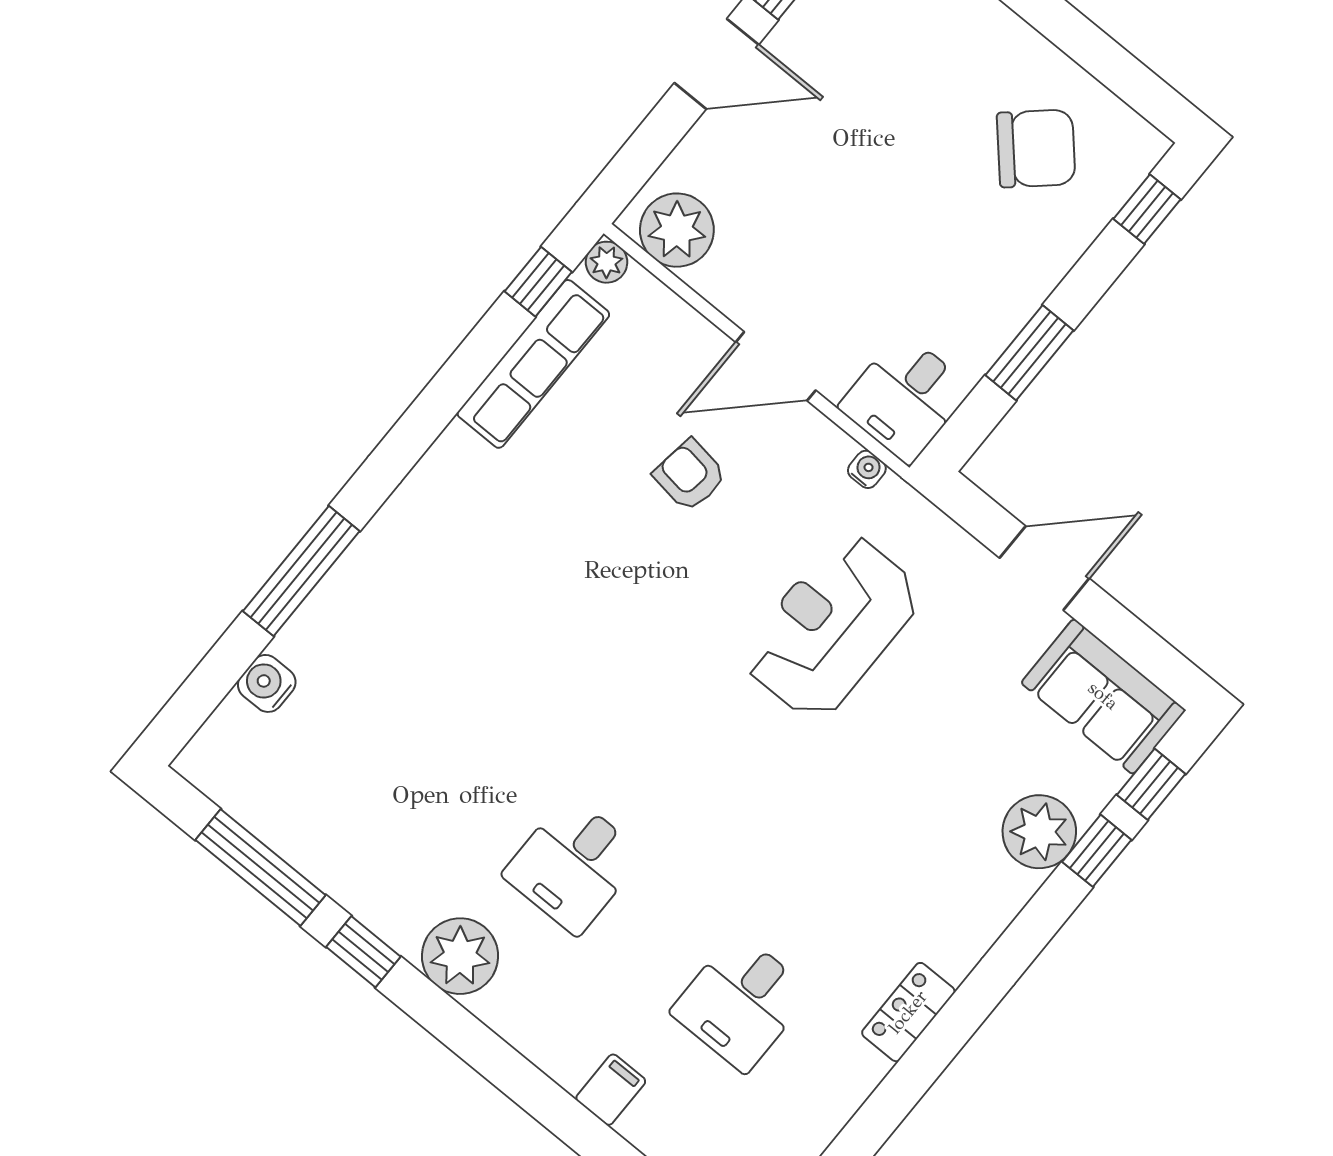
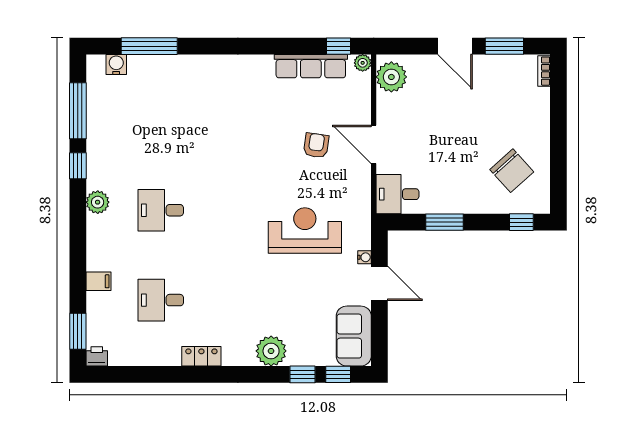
water cooler: (867, 469) -> (364, 257), moved
window: (301, 571) -> (149, 46), moved
water cooler: (267, 683) -> (116, 64), moved
plant: (1039, 832) -> (271, 351), moved
plant: (460, 956) -> (98, 202), width x0.73, depth x0.73

